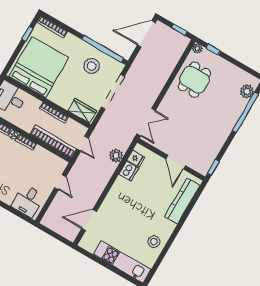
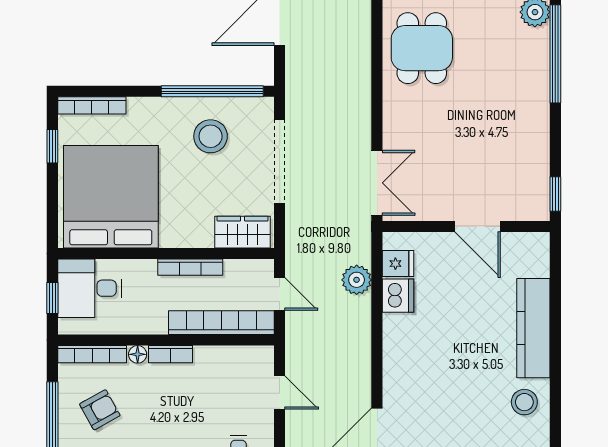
kitchen counter: (182, 201) -> (533, 328), moved

